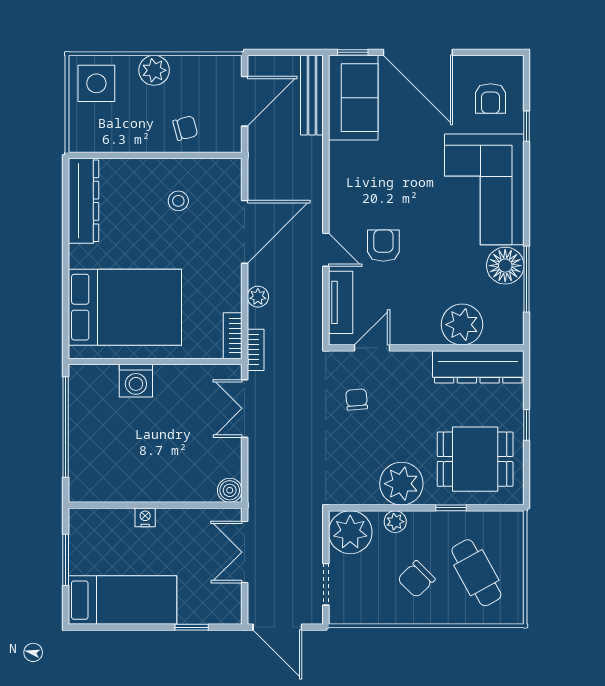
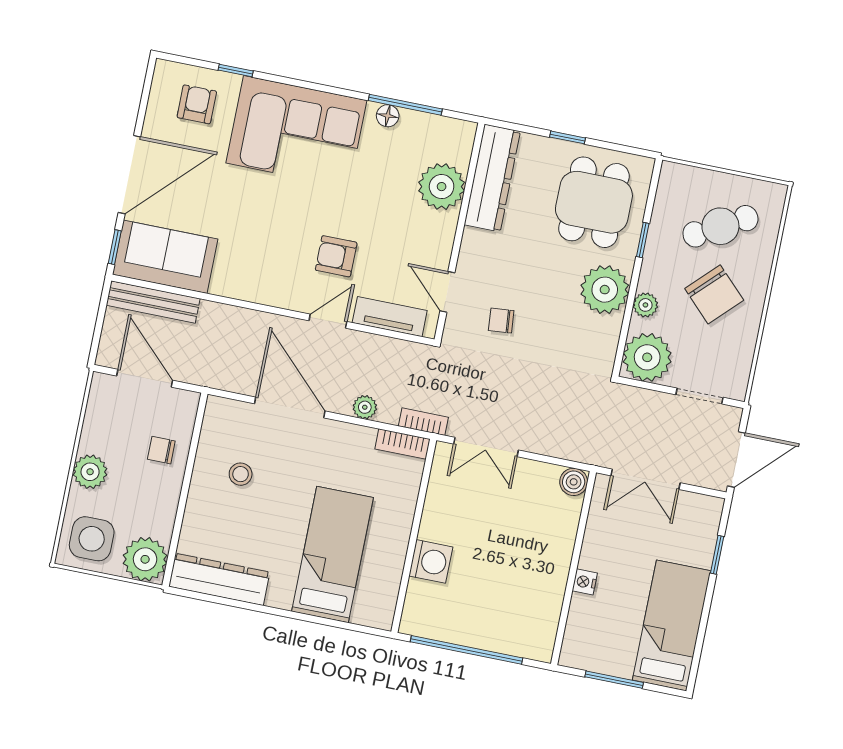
armchair: (491, 99) -> (197, 104), turned -90
chair: (185, 128) -> (161, 450), turned -75
plant: (88, 133) -> (145, 559), added
floor lamp: (505, 266) -> (388, 116), width x0.53, depth x0.53
bed: (125, 307) -> (333, 554), width x0.67
chair: (416, 579) -> (714, 294), width x1.37, depth x1.37

